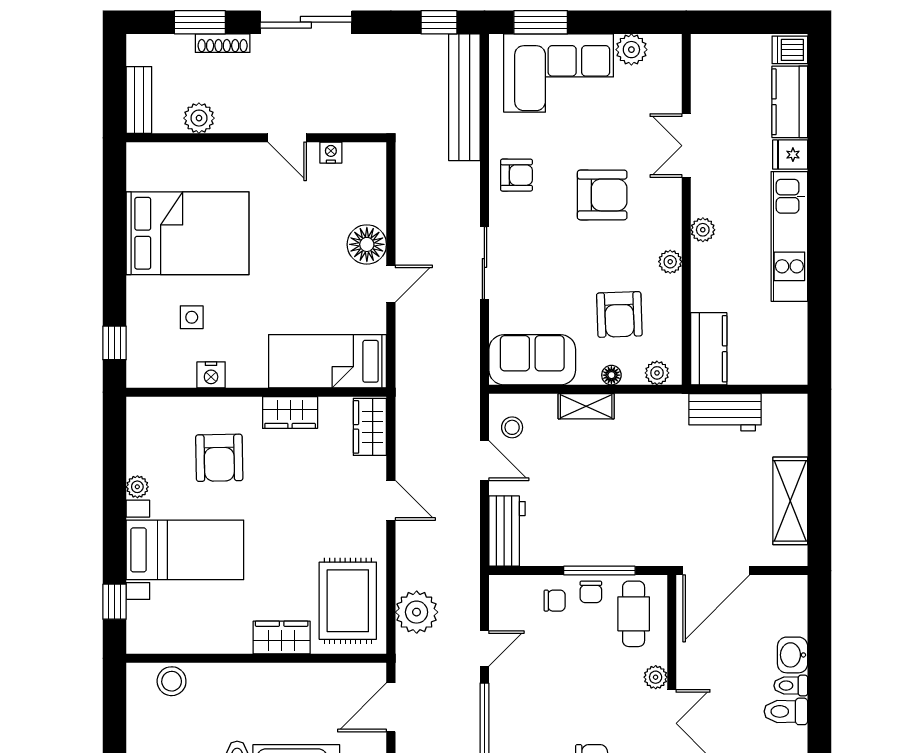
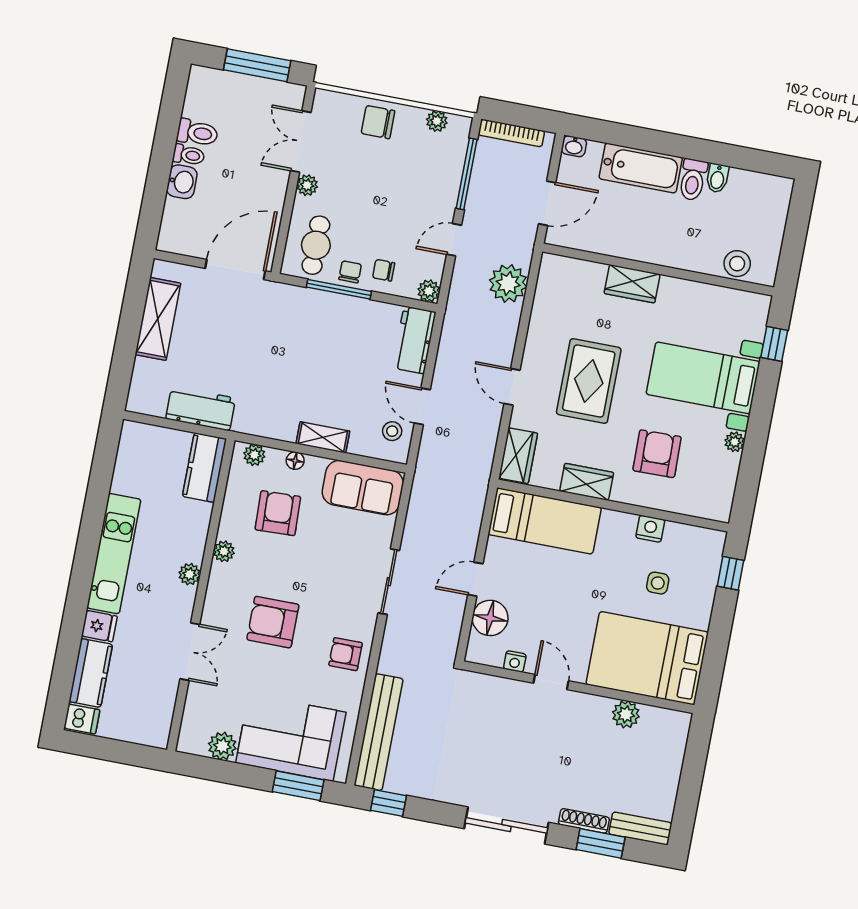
bench: (139, 100) -> (640, 828), moved, turned 90
plant: (199, 118) -> (626, 714), moved
wall: (256, 138) -> (578, 687), moved
door: (287, 138) -> (551, 682), moved
nightstand: (331, 153) -> (515, 661), moved
plant: (501, 587) -> (429, 291), added
rug: (348, 601) -> (589, 381), moved

